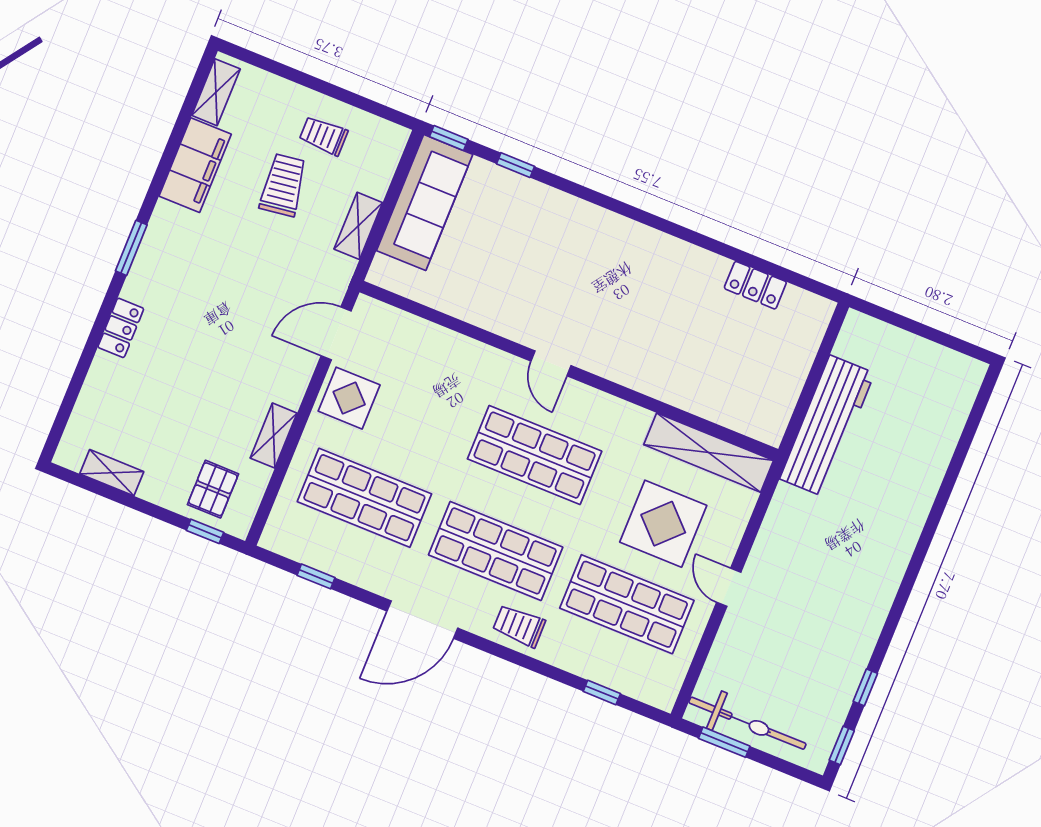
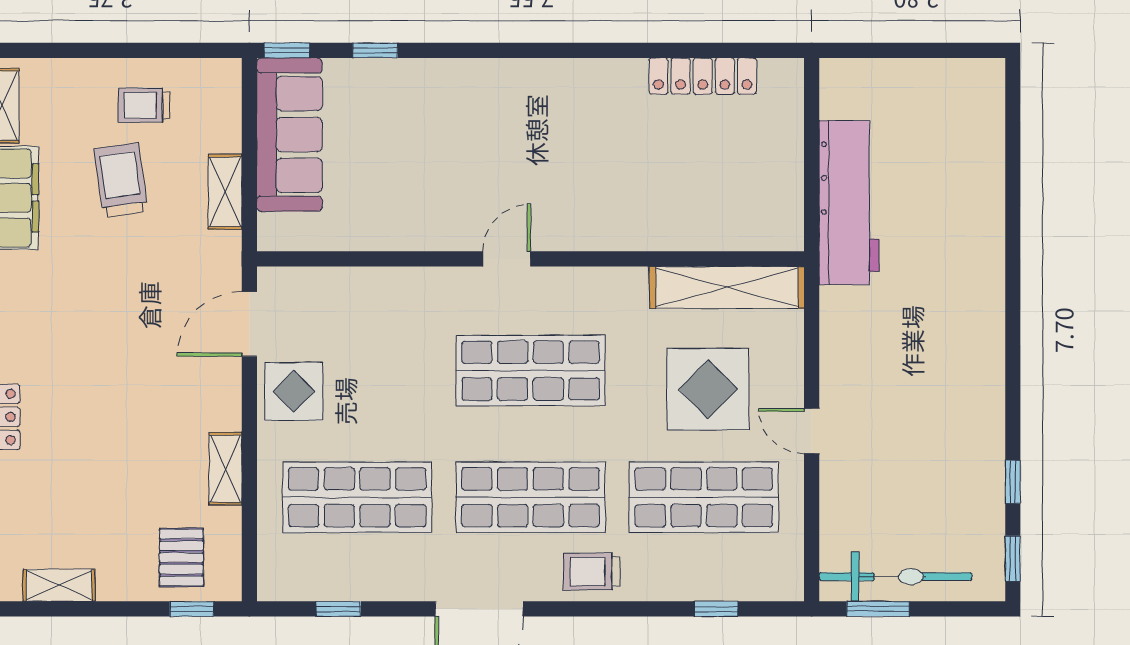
locker: (755, 285) -> (703, 76), width x1.53
door: (551, 363) -> (507, 259), swing flipped

